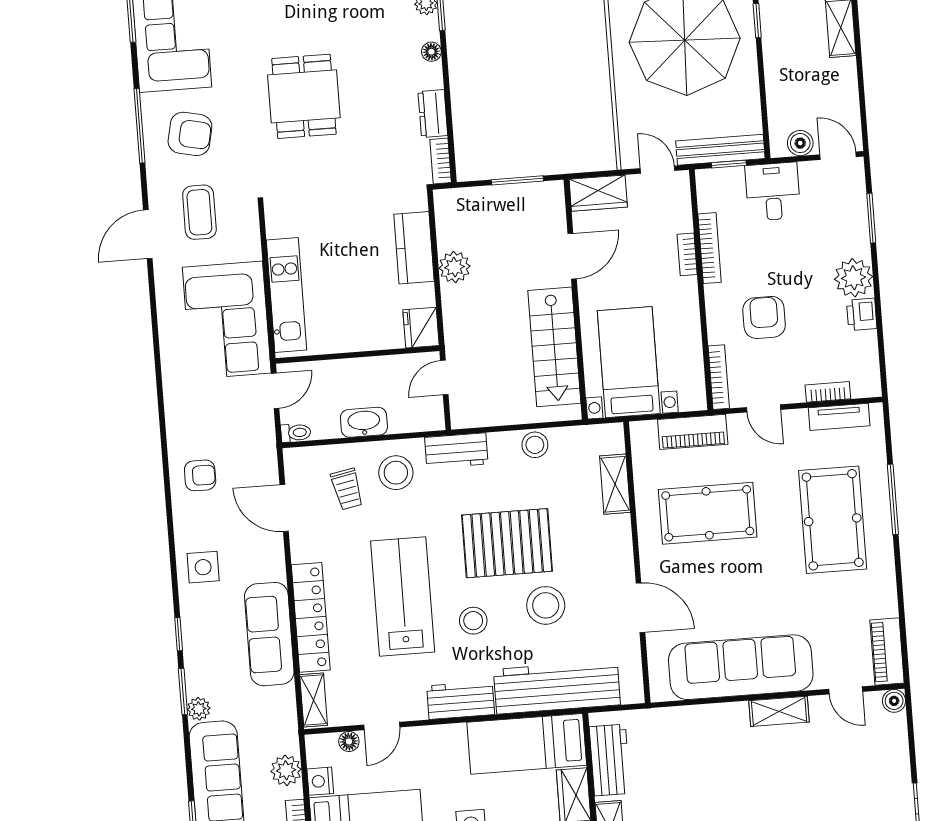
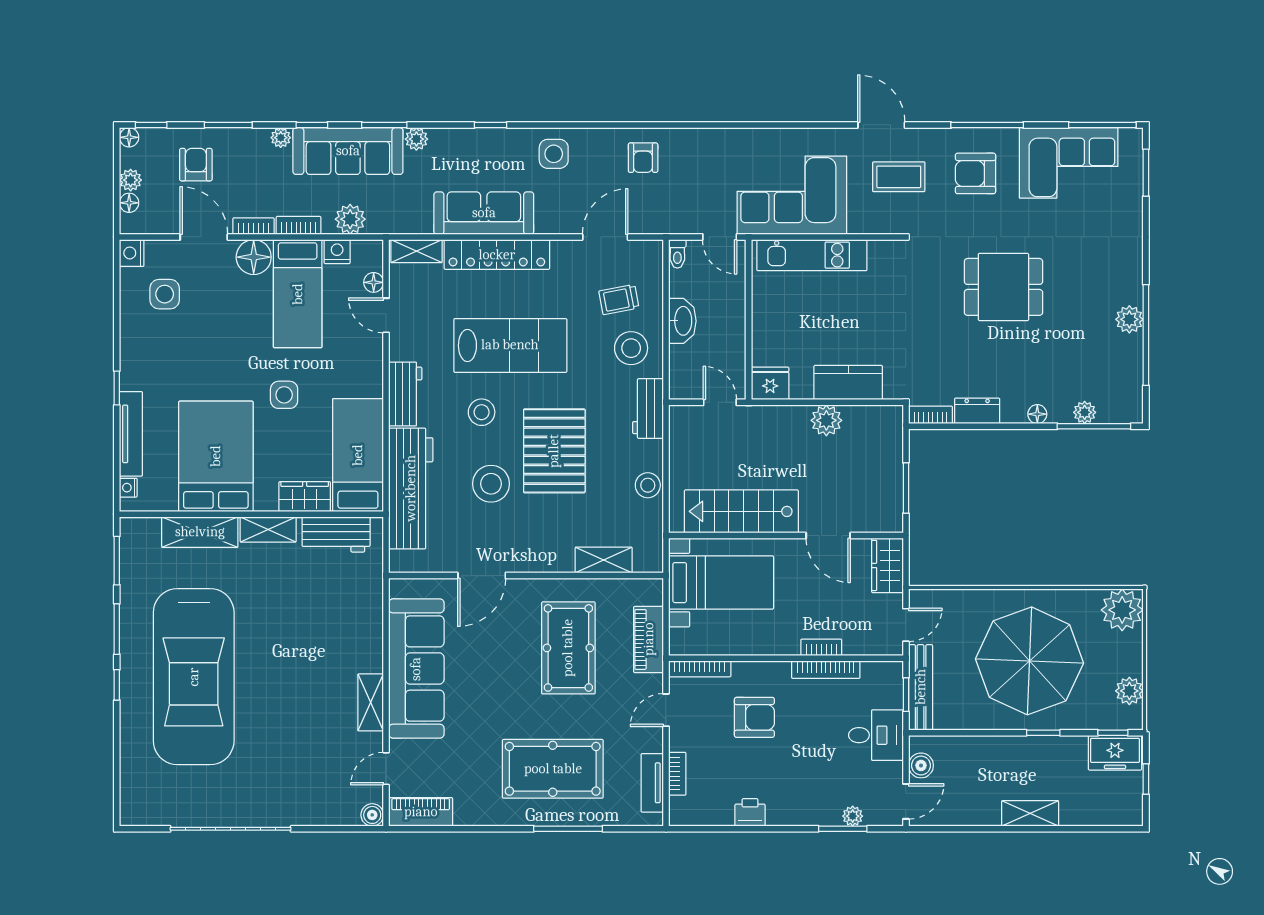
armchair: (190, 134) -> (975, 173), turned 78
plant: (854, 278) -> (853, 816), moved, width x0.53, depth x0.53
window: (183, 691) -> (384, 125), moved

